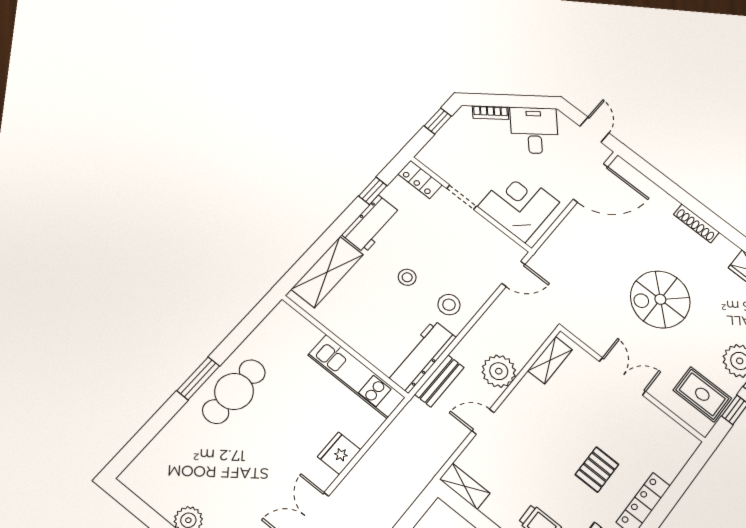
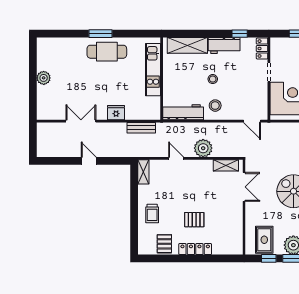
kitchen unit: (357, 376) -> (153, 70), moved
double door: (622, 376) -> (244, 187), moved
bench: (439, 381) -> (141, 128), moved

